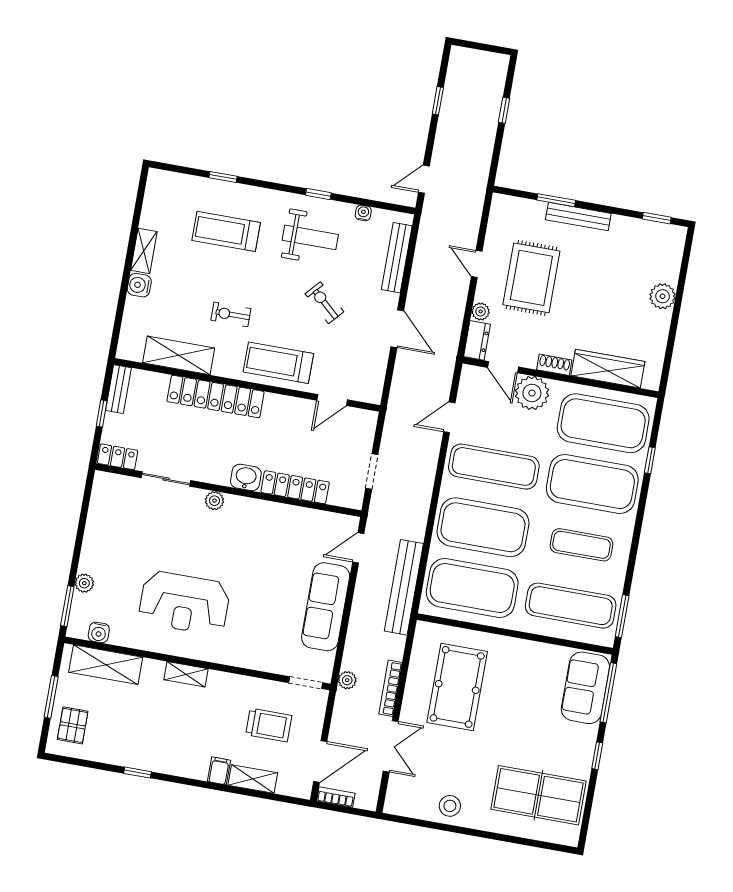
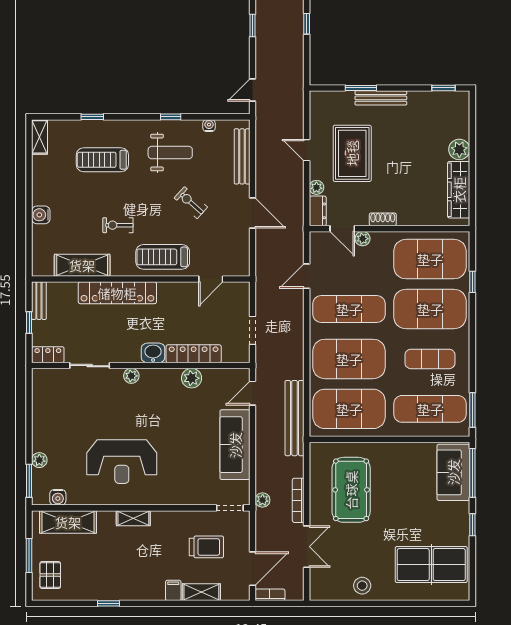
shelving: (144, 251) -> (40, 137), moved
wardrobe: (608, 369) -> (459, 190), moved, turned -90
plant: (532, 393) -> (363, 239), width x0.53, depth x0.53
plant: (287, 517) -> (192, 378), added

